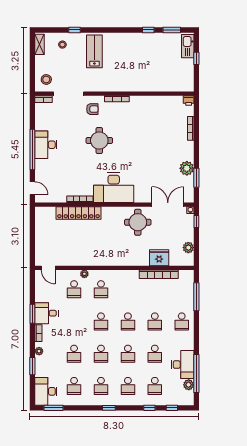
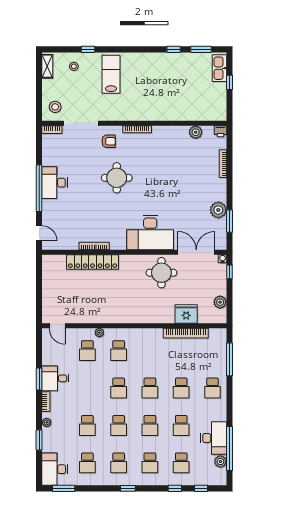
plant: (167, 101) -> (196, 132), added
desk: (114, 188) -> (150, 233), moved

